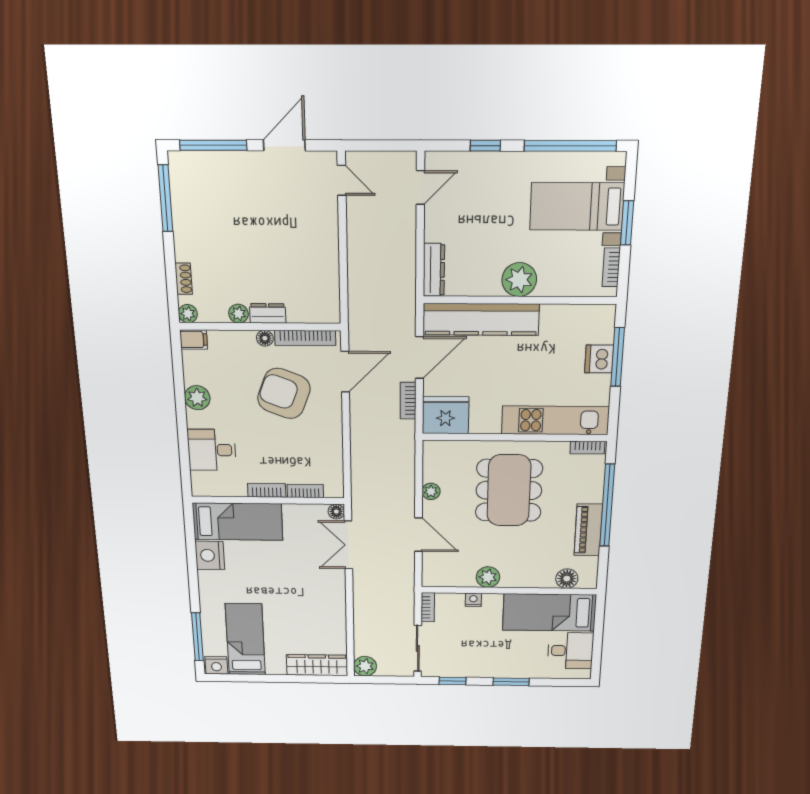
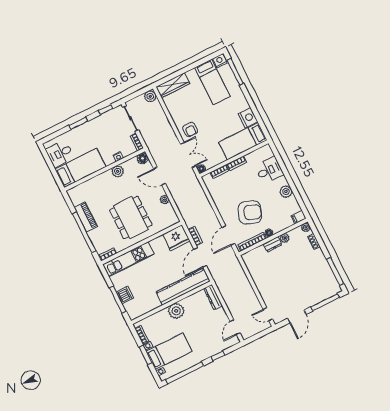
floor lamp: (567, 579) -> (143, 158), moved
armchair: (323, 584) -> (190, 129), added

